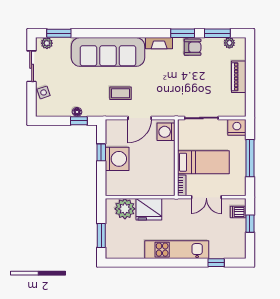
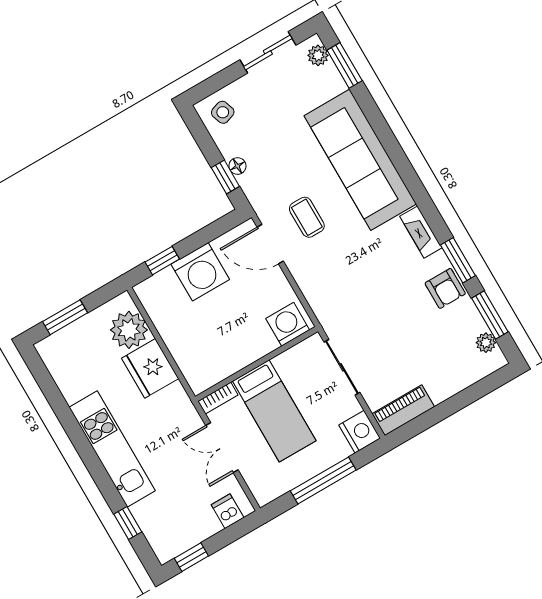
piano: (239, 77) -> (403, 410), moved
side table: (44, 92) -> (223, 112), moved
door: (140, 118) -> (270, 244), moved
window: (101, 152) -> (162, 261), moved
window: (250, 224) -> (191, 557), moved

